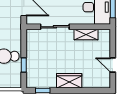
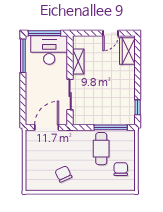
window: (24, 65) -> (111, 127), width x2.17
wardrobe: (69, 81) -> (127, 51), moved

